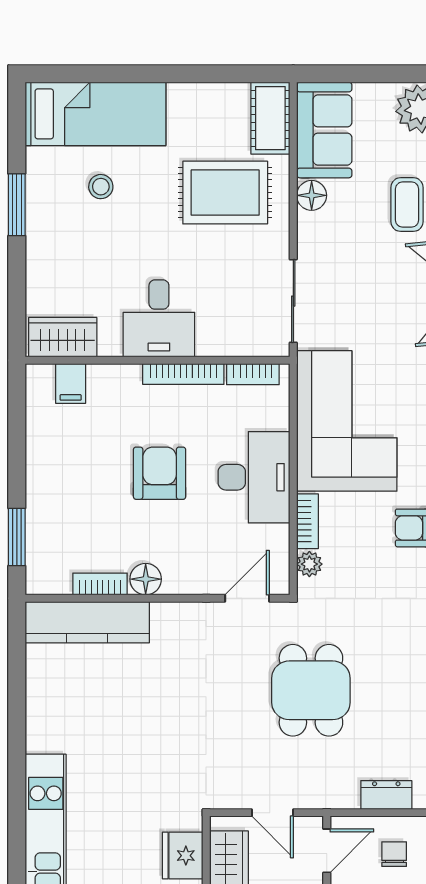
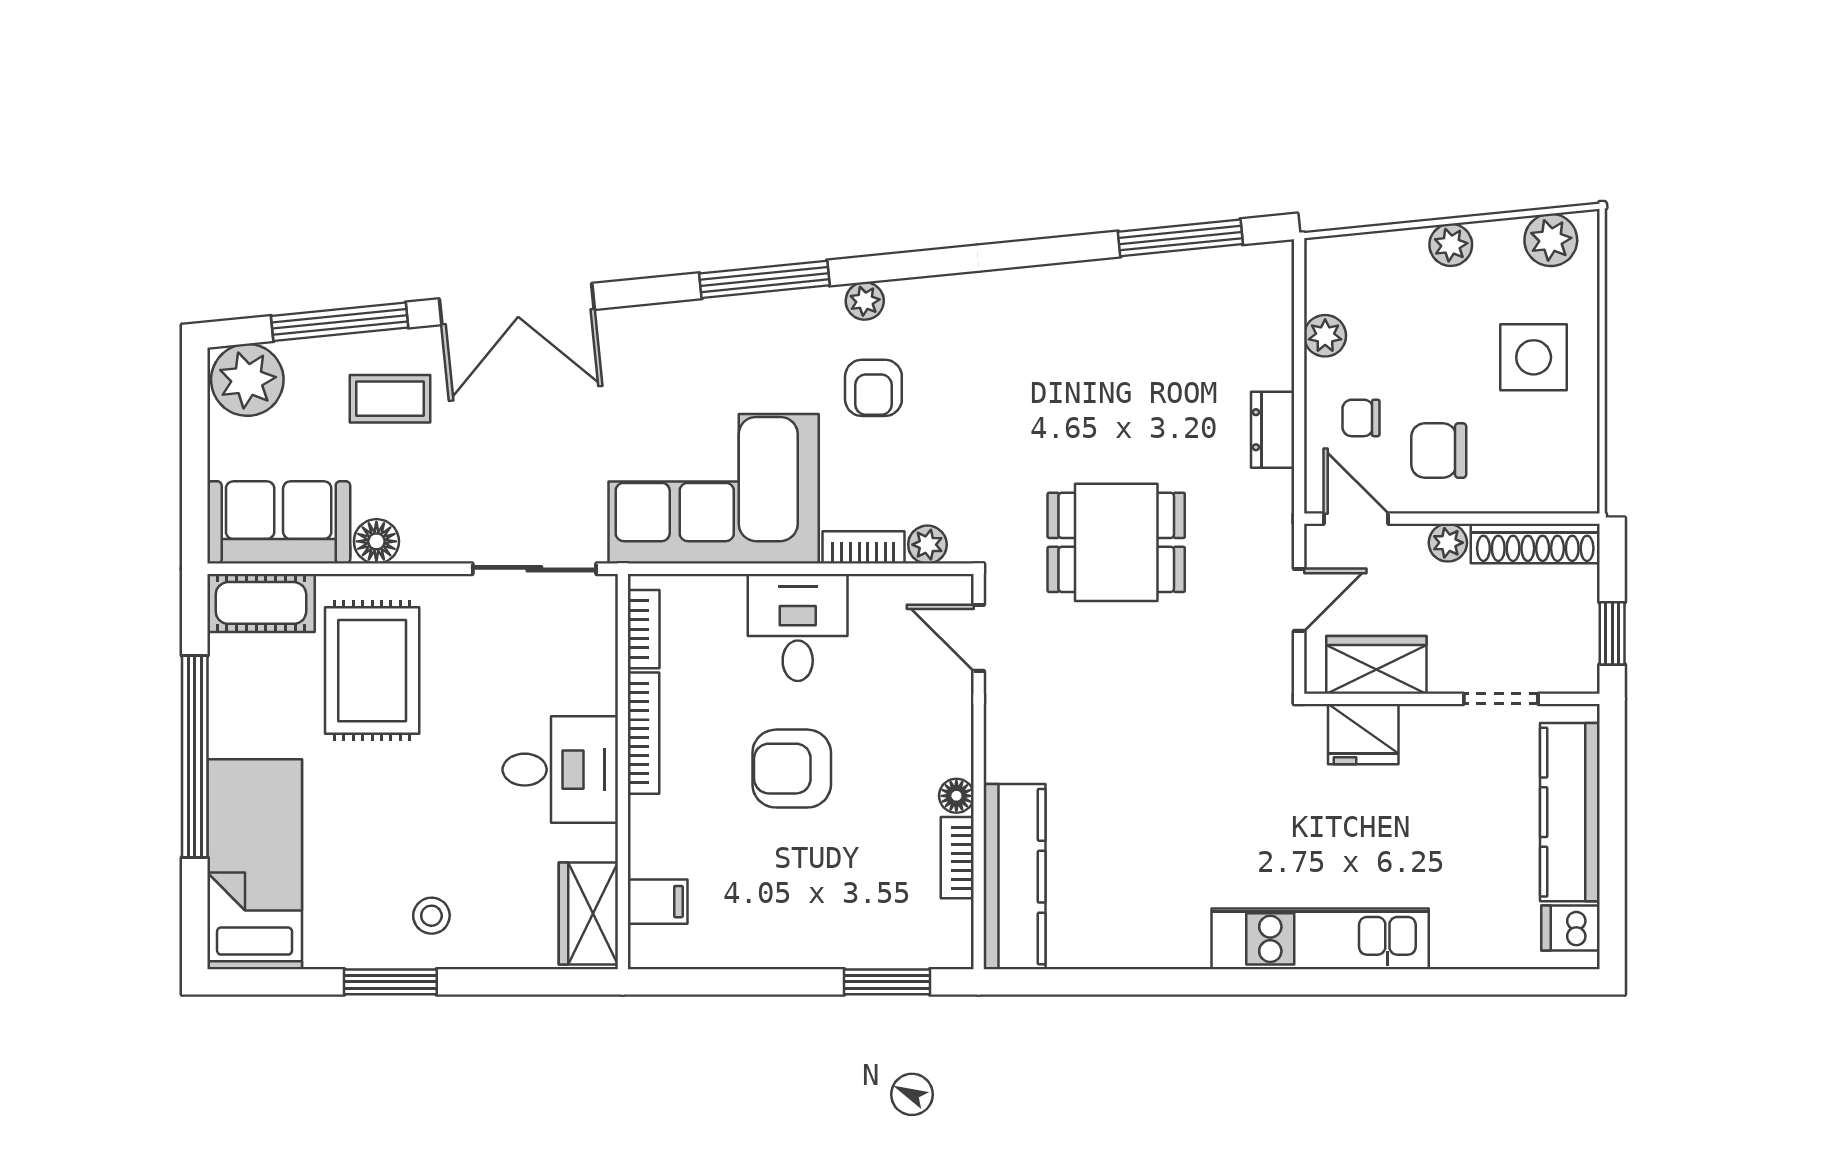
window: (168, 74) -> (195, 756), added
stool: (101, 187) -> (431, 916), moved
desk: (254, 477) -> (798, 627), width x0.73
floor lamp: (146, 579) -> (956, 796), width x0.73, depth x0.73

